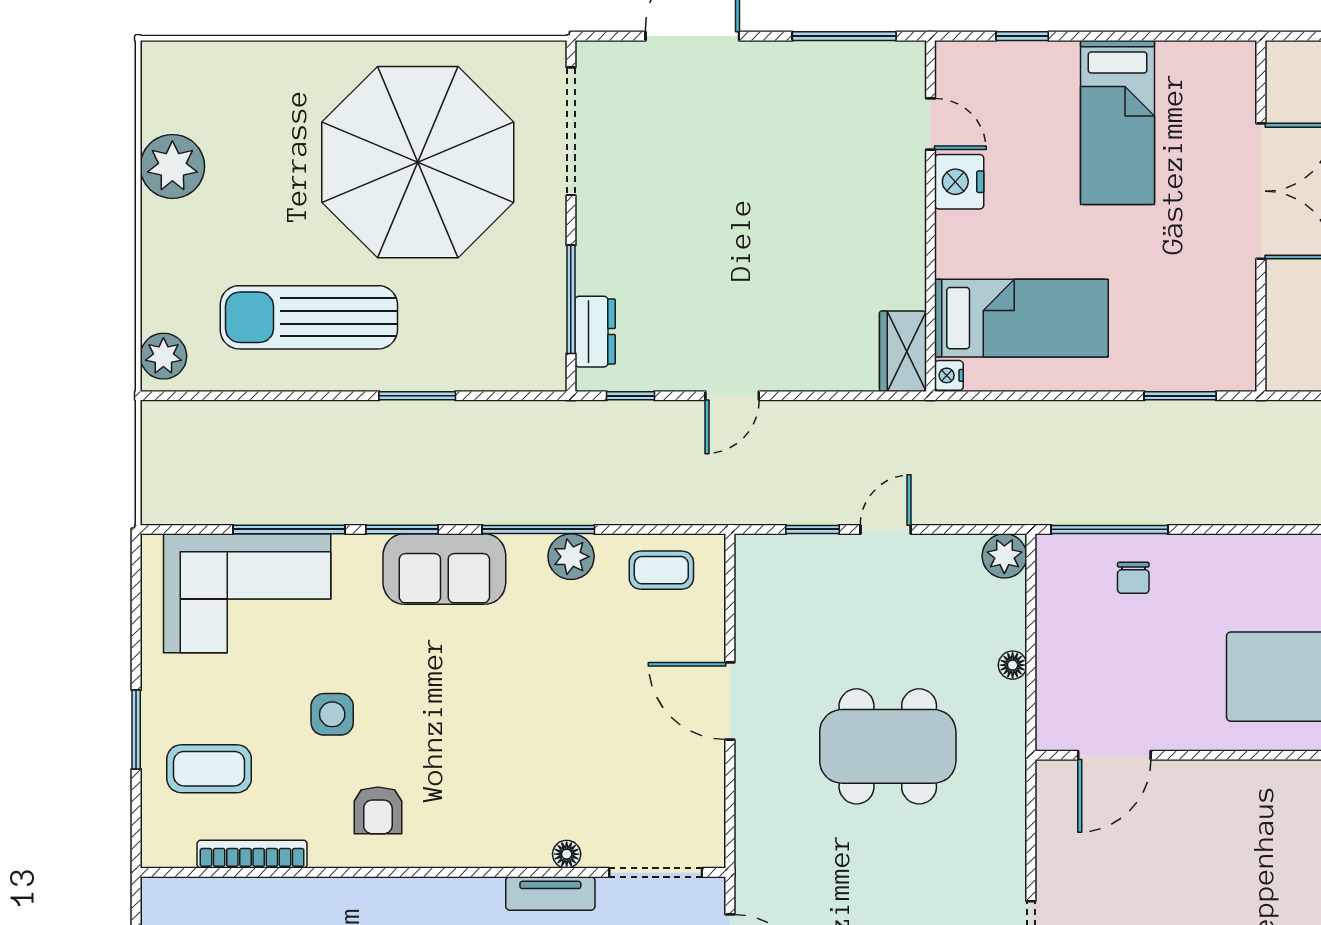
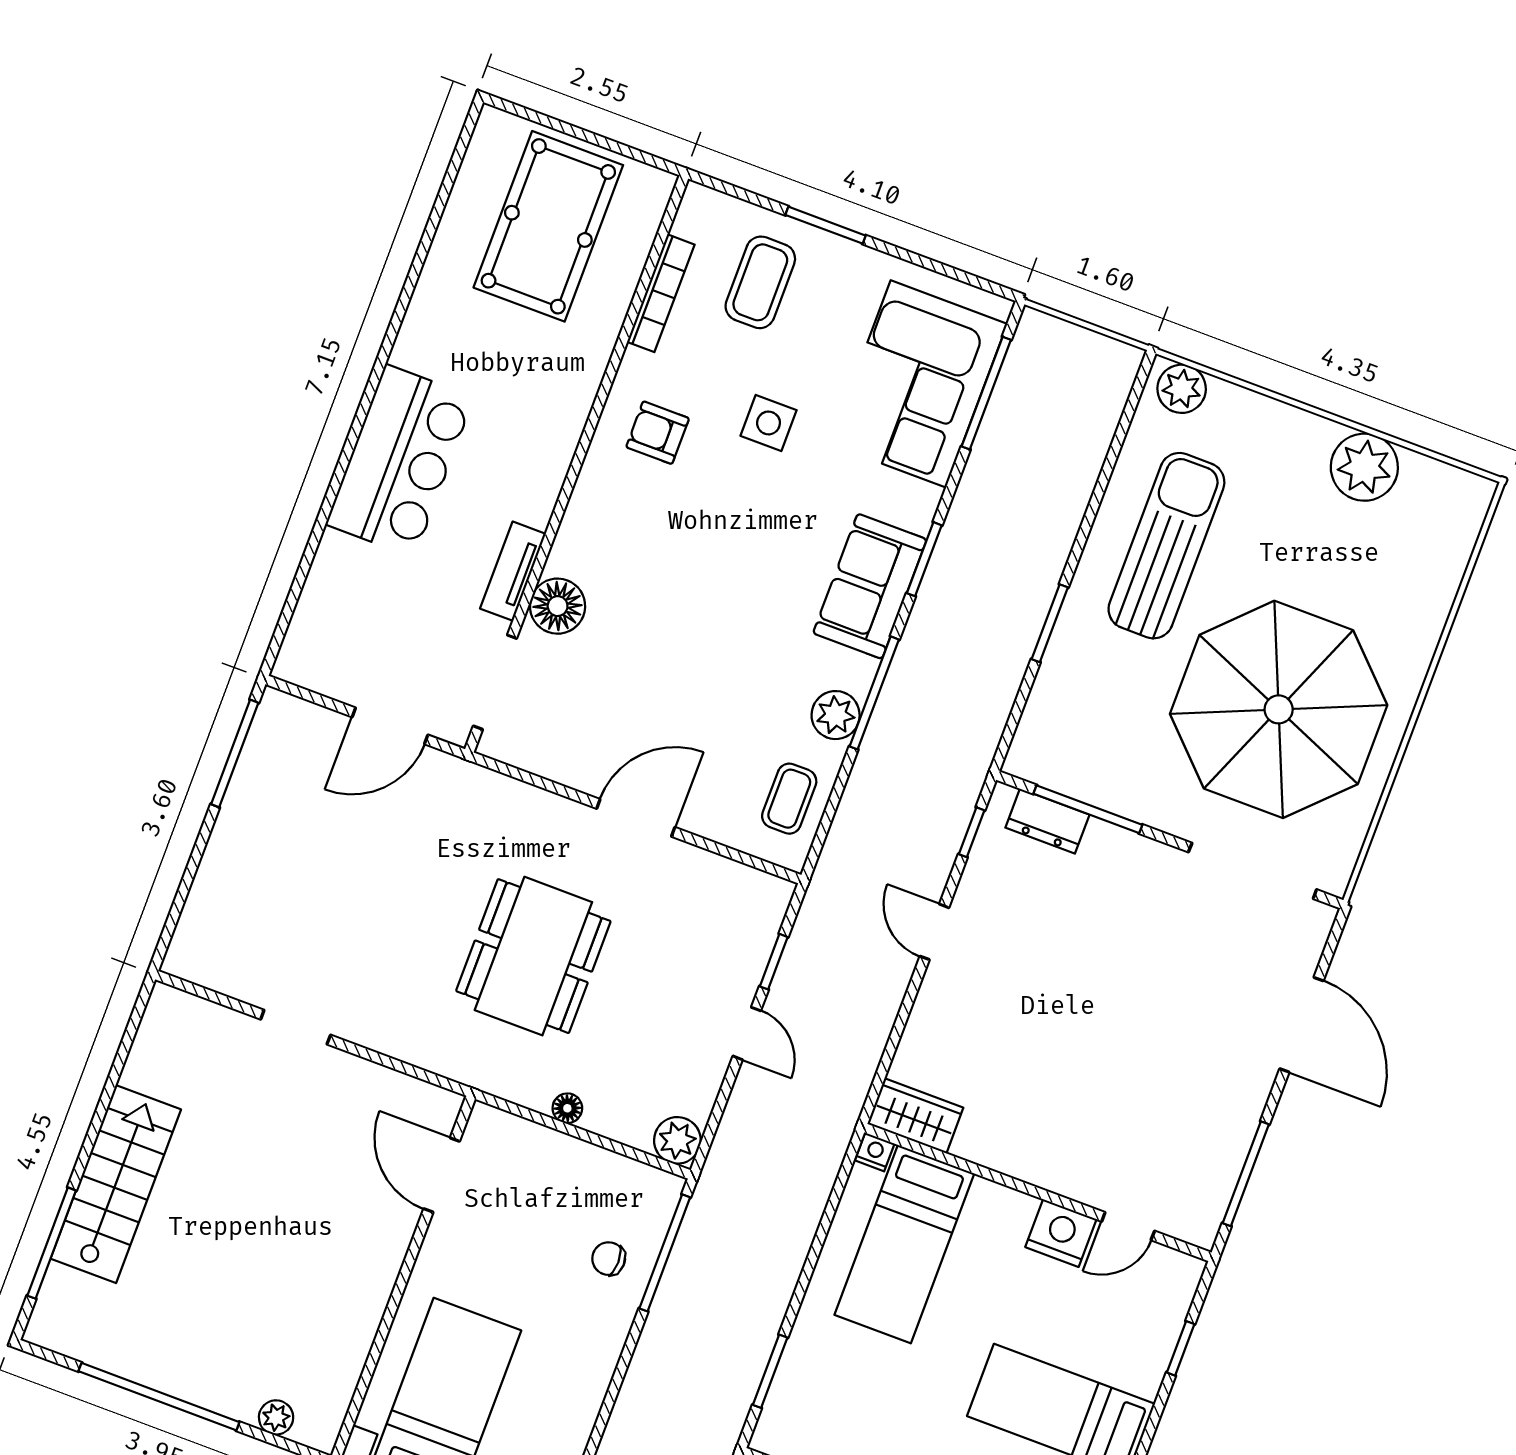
window: (289, 529) -> (986, 393), moved
floor lamp: (567, 854) -> (558, 606), width x1.89, depth x1.89

